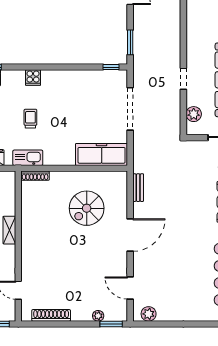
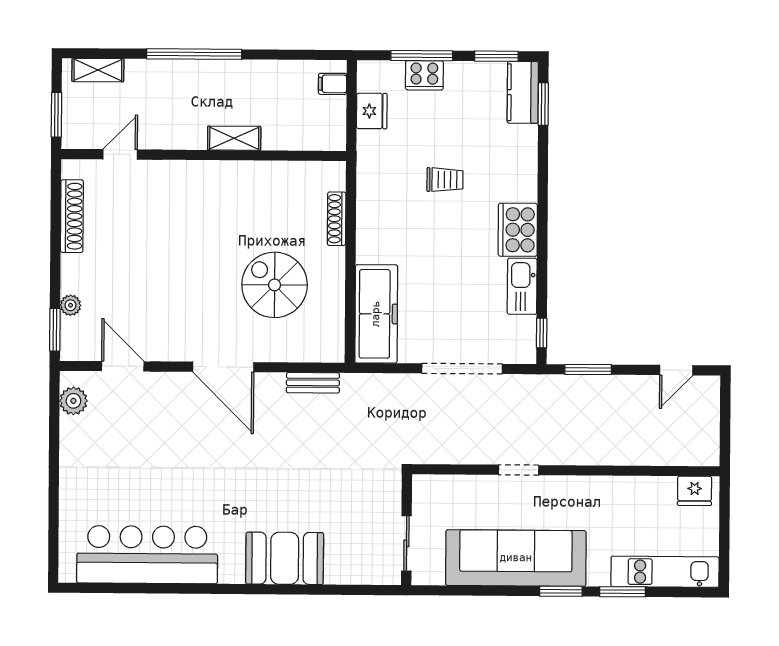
cooker: (33, 78) -> (518, 230), moved, width x1.87, depth x1.31
plant: (194, 114) -> (451, 489), removed
kitchen sink: (28, 158) -> (522, 286), moved, turned 180
shoe rack: (35, 176) -> (337, 219), moved
door: (130, 288) -> (123, 366), hinge flipped

